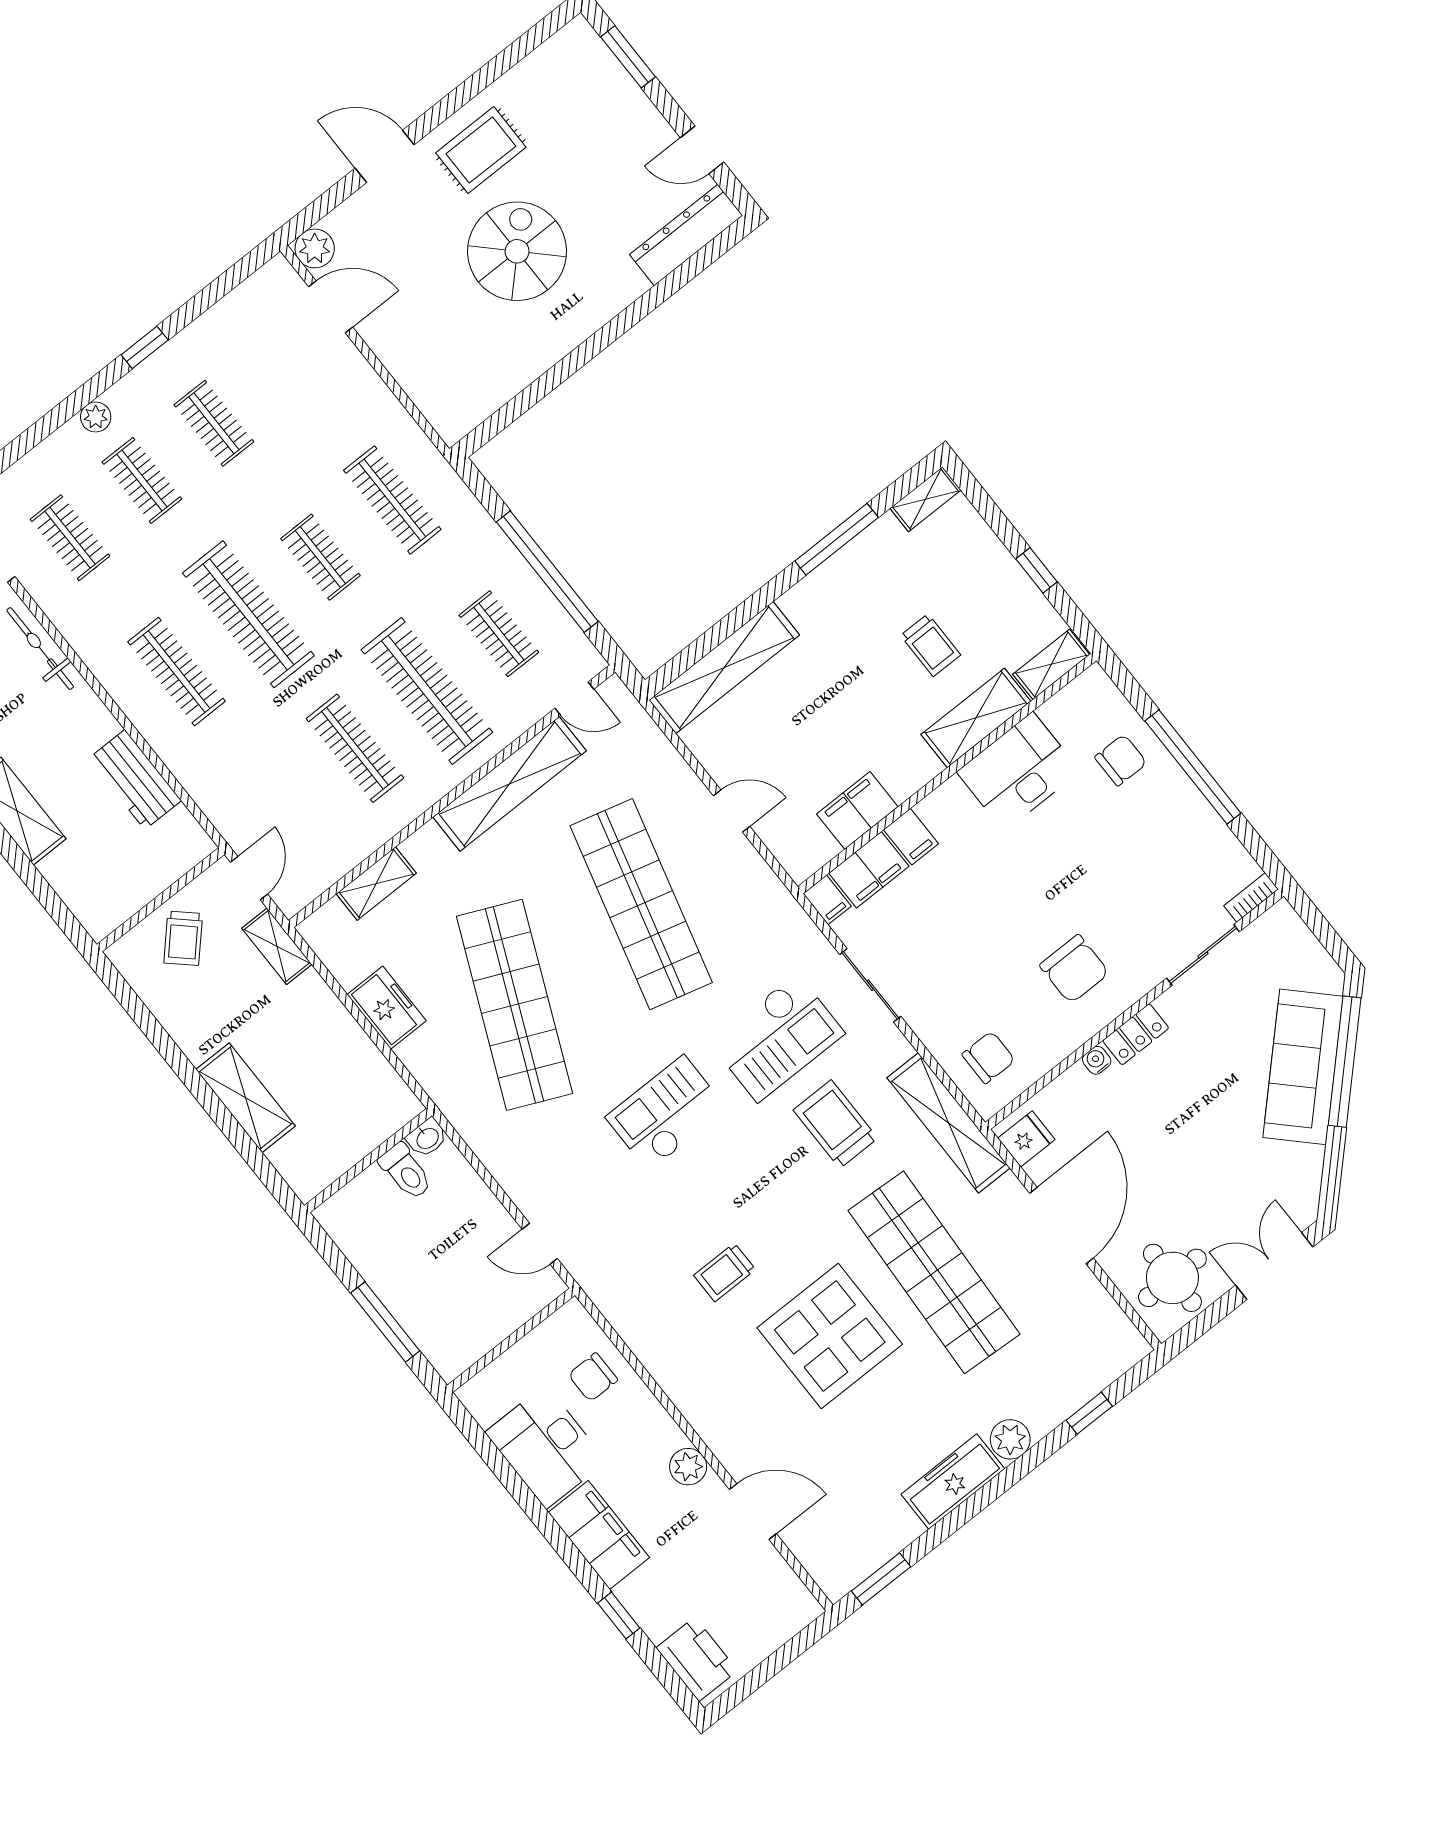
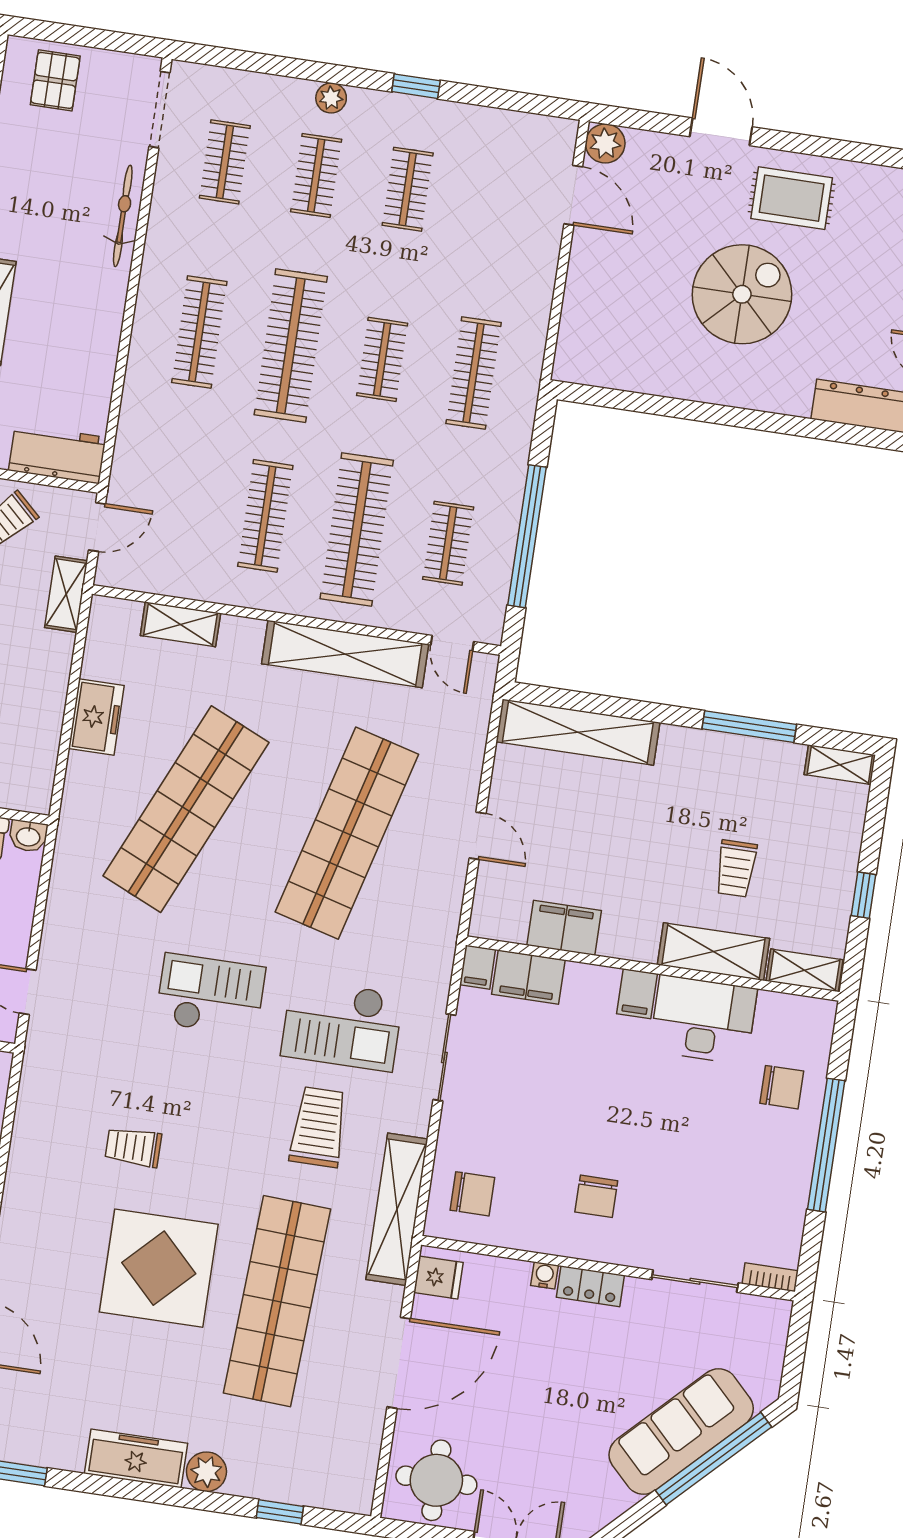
workbench: (135, 780) -> (57, 454), moved, turned 90
filing cabinet: (911, 837) -> (637, 994), moved
chair: (1074, 969) -> (596, 1196), width x0.73, depth x0.73

